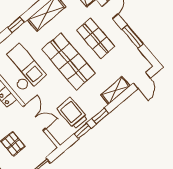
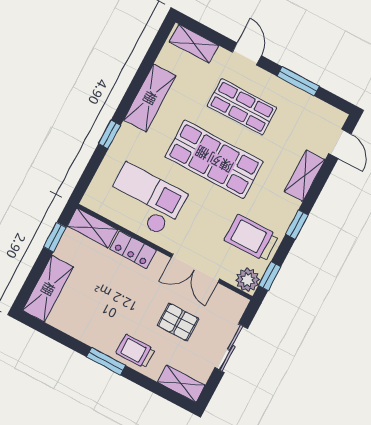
double door: (34, 118) -> (195, 268), swing flipped
window: (82, 131) -> (270, 276), moved
plant: (61, 136) -> (248, 280), added

